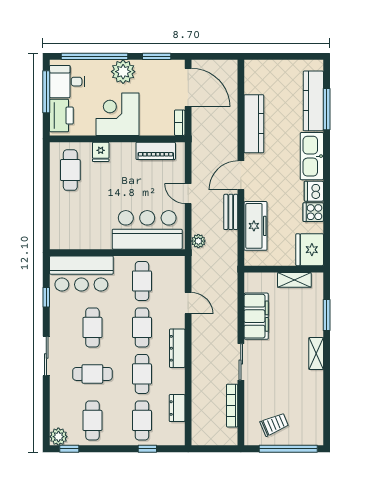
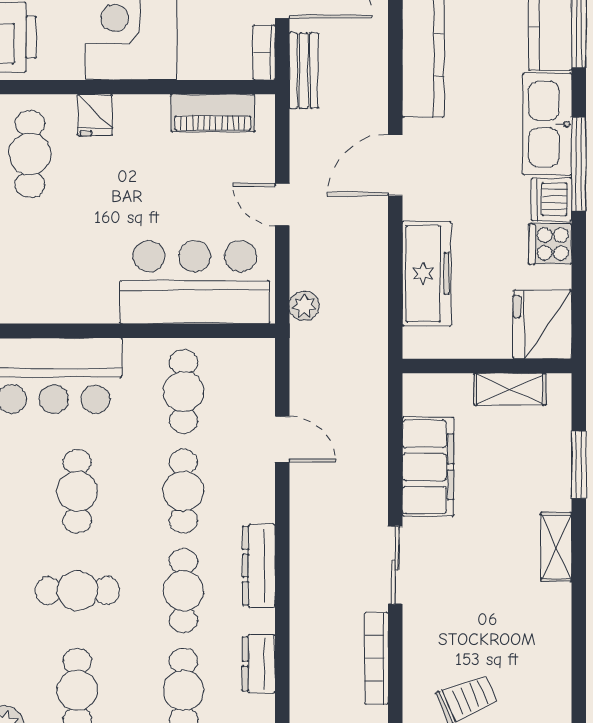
window: (327, 175) -> (579, 164), added
bench: (231, 212) -> (304, 71), moved
dresser: (177, 348) -> (259, 566), moved

